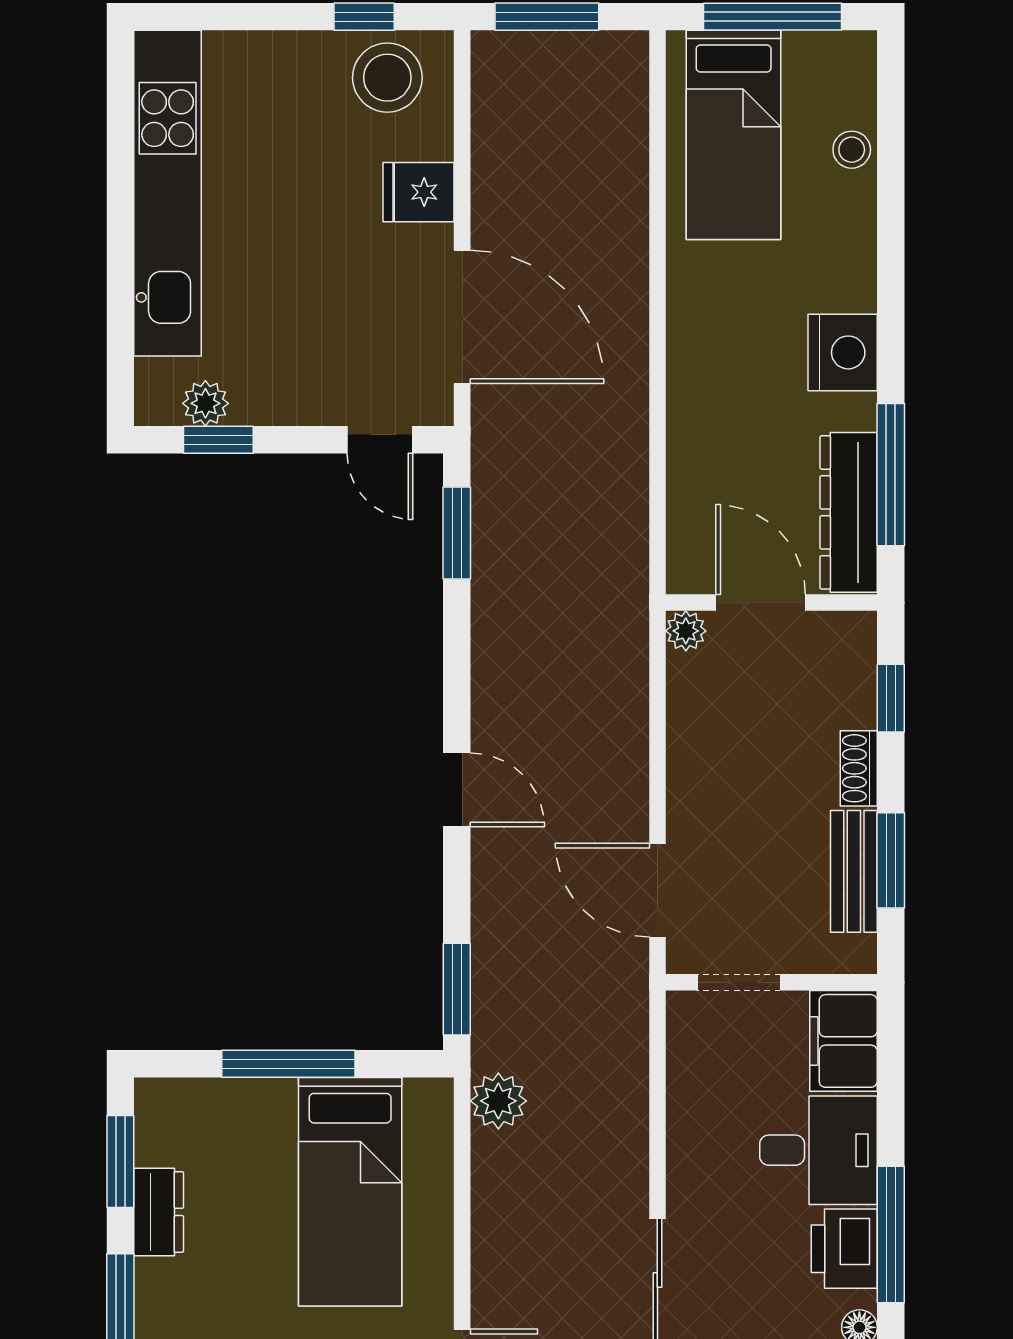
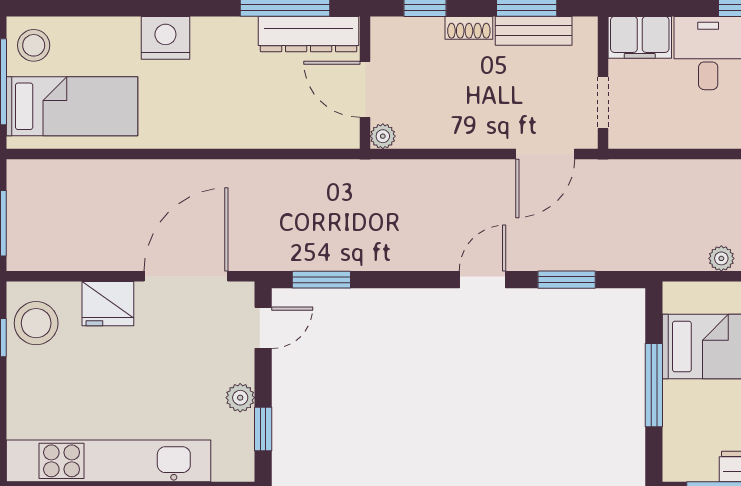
stool: (852, 150) -> (34, 45), moved, width x1.37, depth x1.37
fridge: (419, 192) -> (108, 304), width x1.38
nightstand: (843, 352) -> (165, 38), moved
plant: (205, 403) -> (240, 398), moved
door: (761, 603) -> (365, 89), hinge flipped
window: (457, 989) -> (567, 280), moved
plant: (498, 1101) -> (721, 258), moved, width x0.73, depth x0.73

